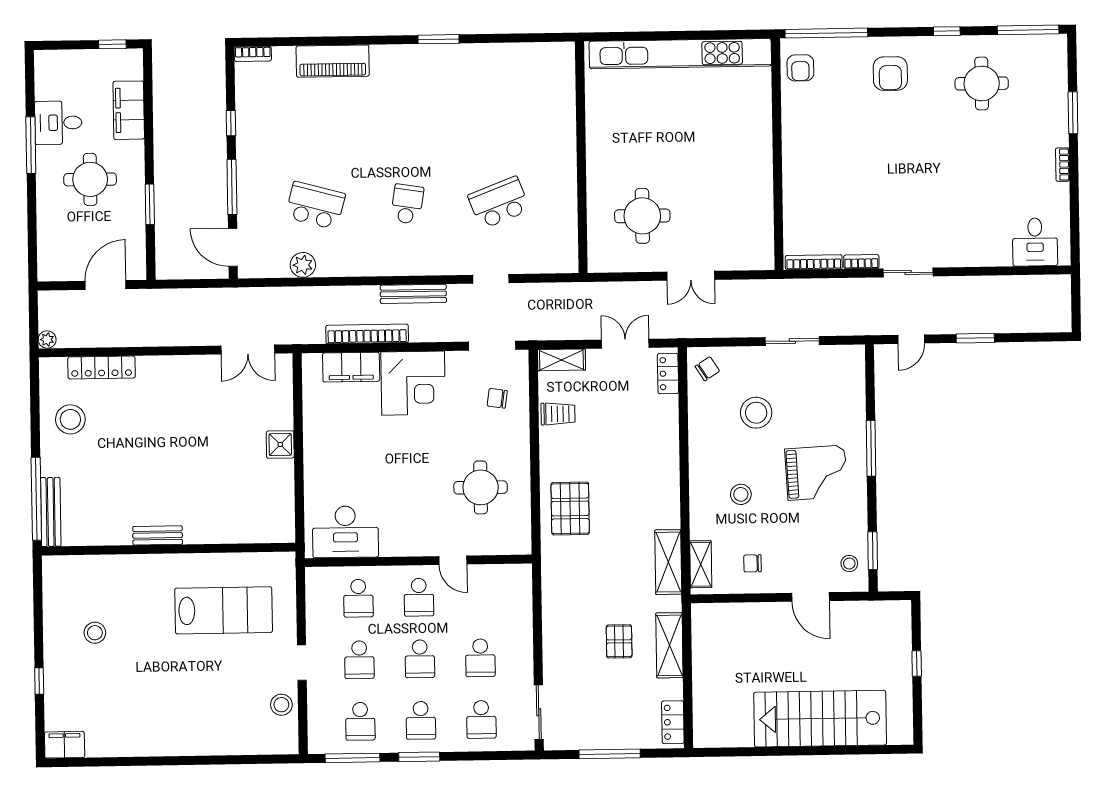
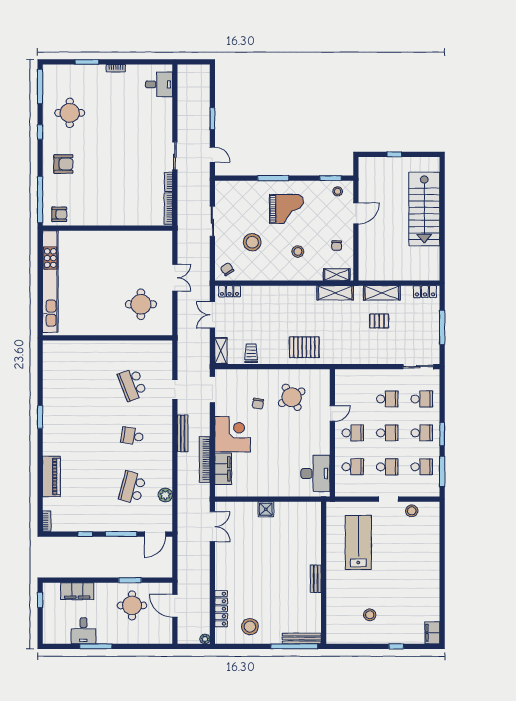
round table: (90, 179) -> (132, 605), moved
chair: (497, 398) -> (258, 404), moved
grand piano: (816, 473) -> (286, 209), turned 93
round table: (481, 487) -> (292, 397), turned -31

